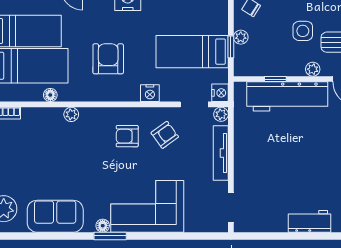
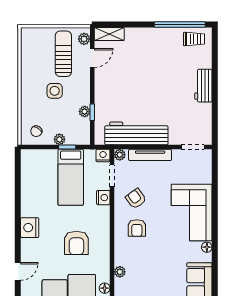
armchair: (108, 59) -> (76, 243), turned -90
plant: (313, 69) -> (85, 112), moved
nightstand: (150, 93) -> (103, 198), moved
workbench: (287, 96) -> (136, 133), moved, turned -90
window: (110, 236) -> (215, 241), removed

